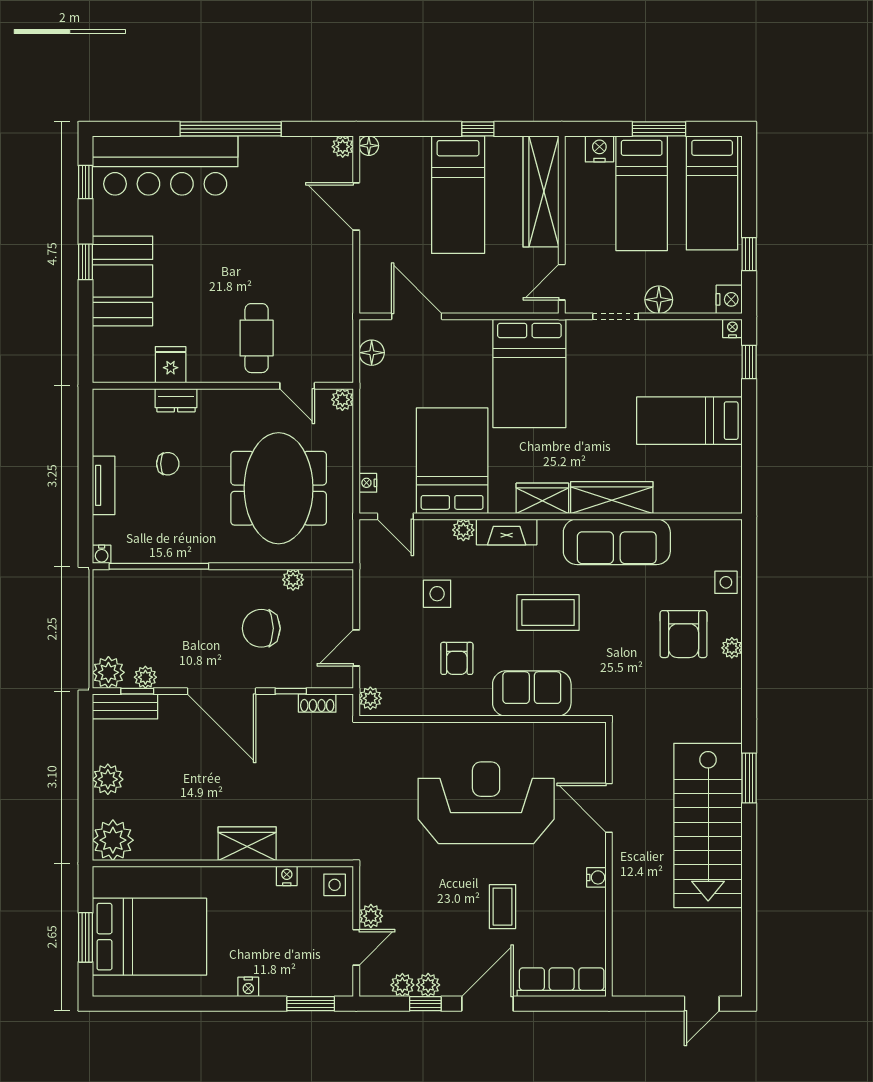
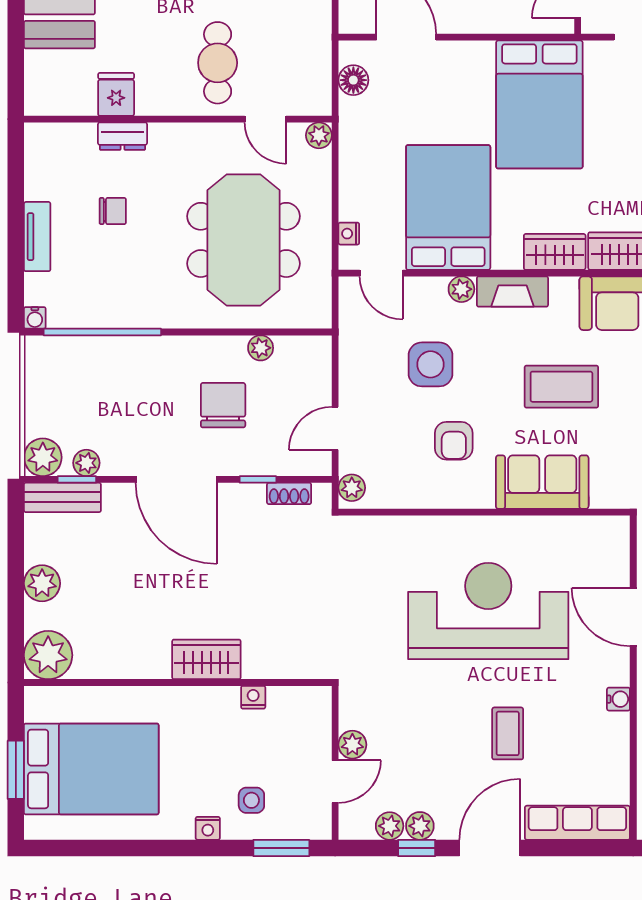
side table: (437, 594) -> (430, 364), width x1.37, depth x1.37
chair: (261, 628) -> (223, 405), turned 90
side table: (335, 885) -> (251, 800), moved

